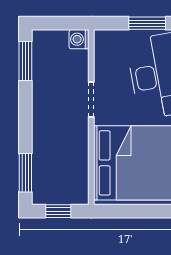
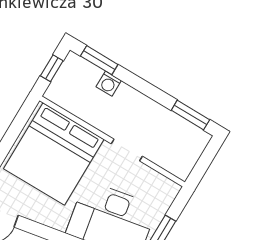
washing machine: (79, 39) -> (109, 84), moved, turned 180

